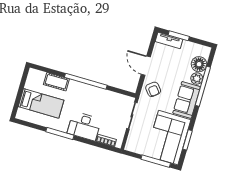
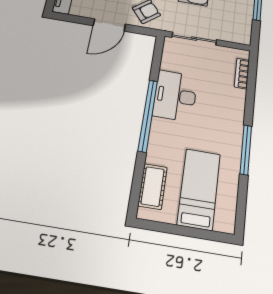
cot: (56, 82) -> (153, 186), moved
desk: (84, 126) -> (175, 96), moved, turned 180

